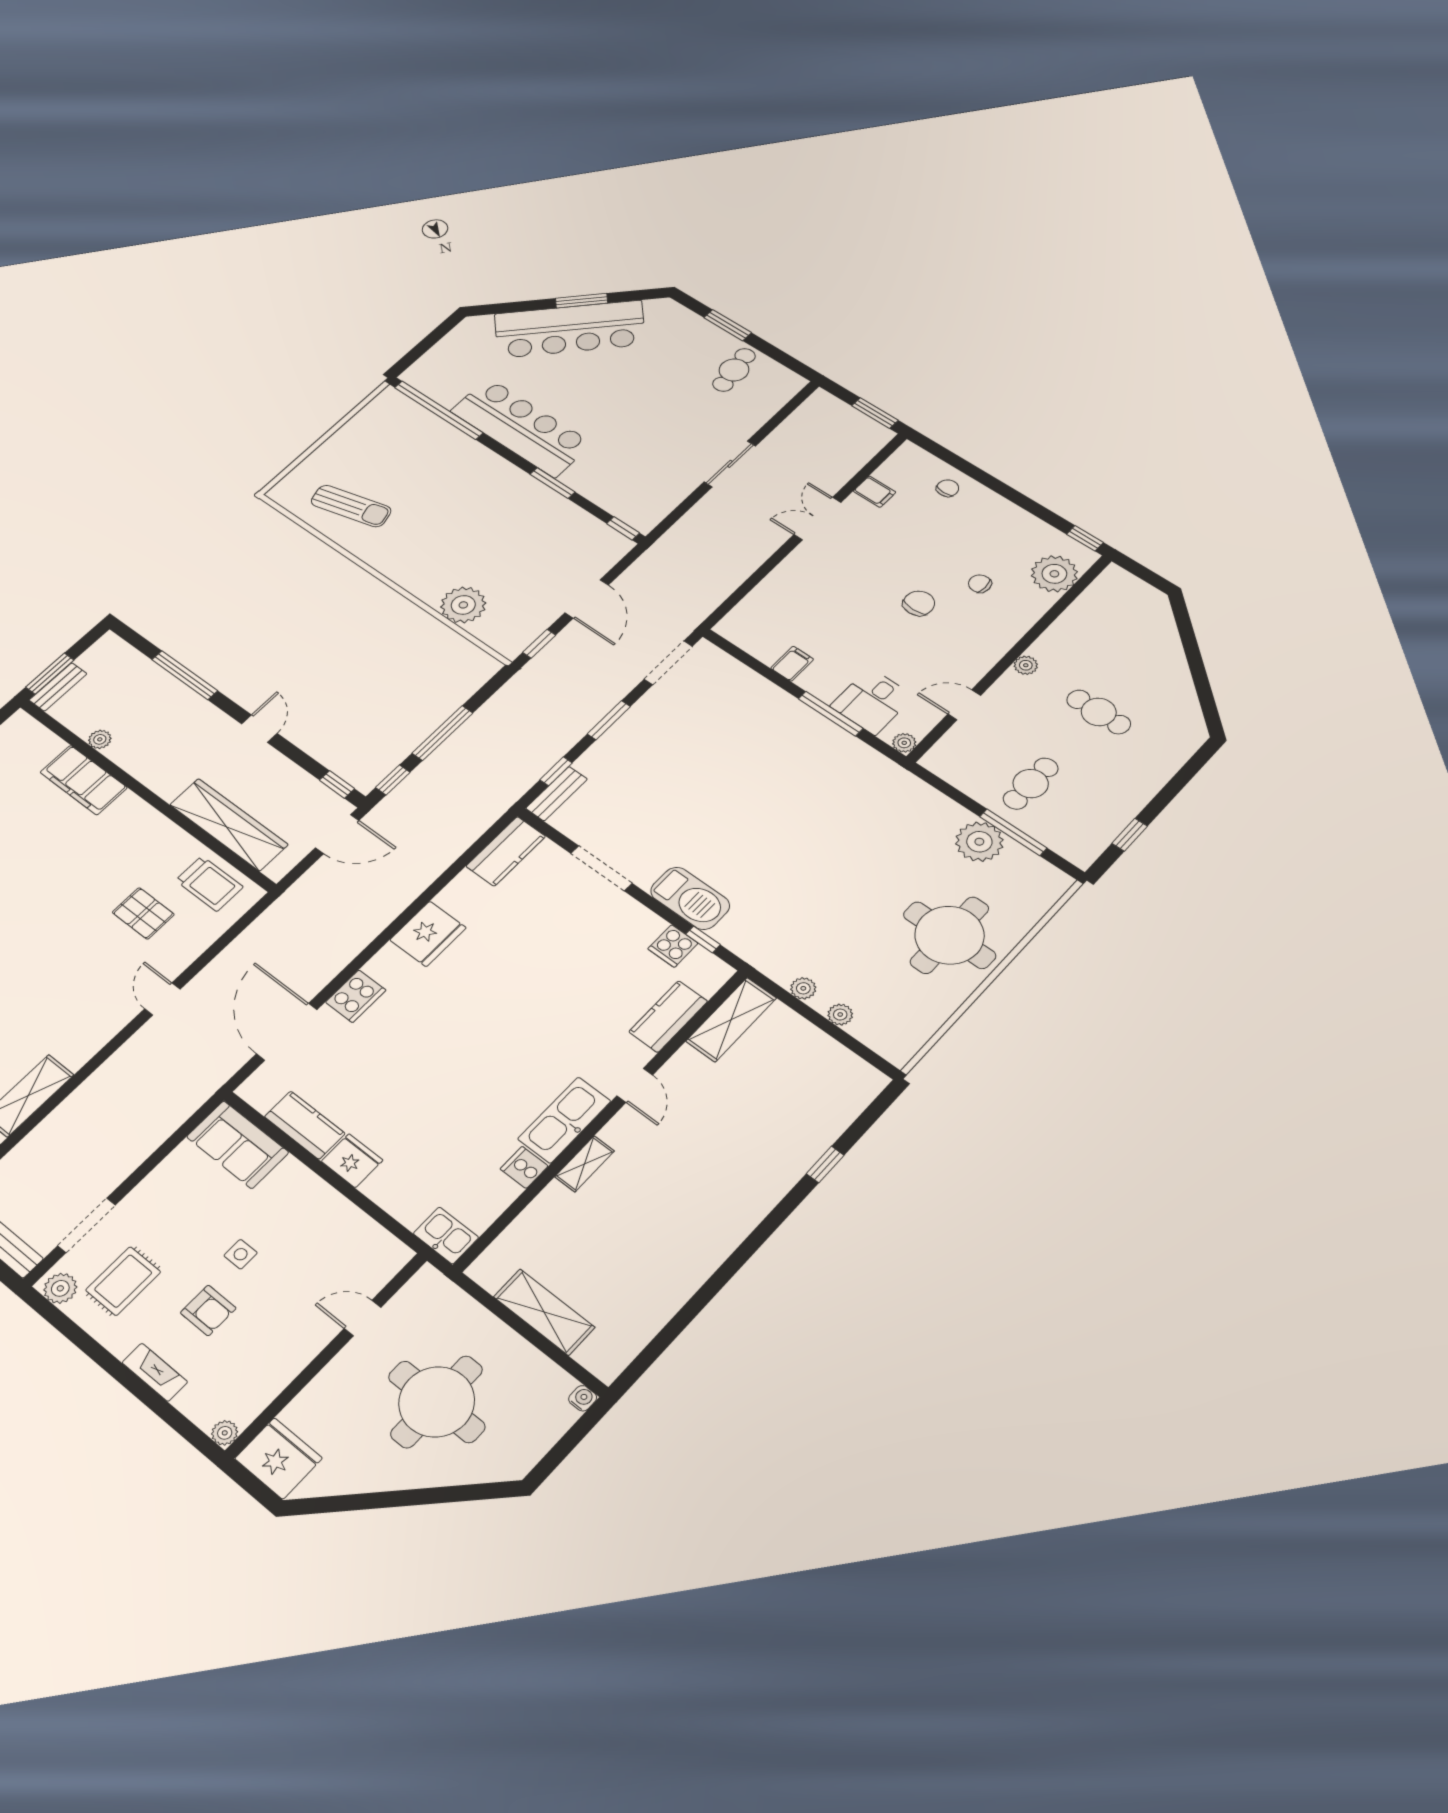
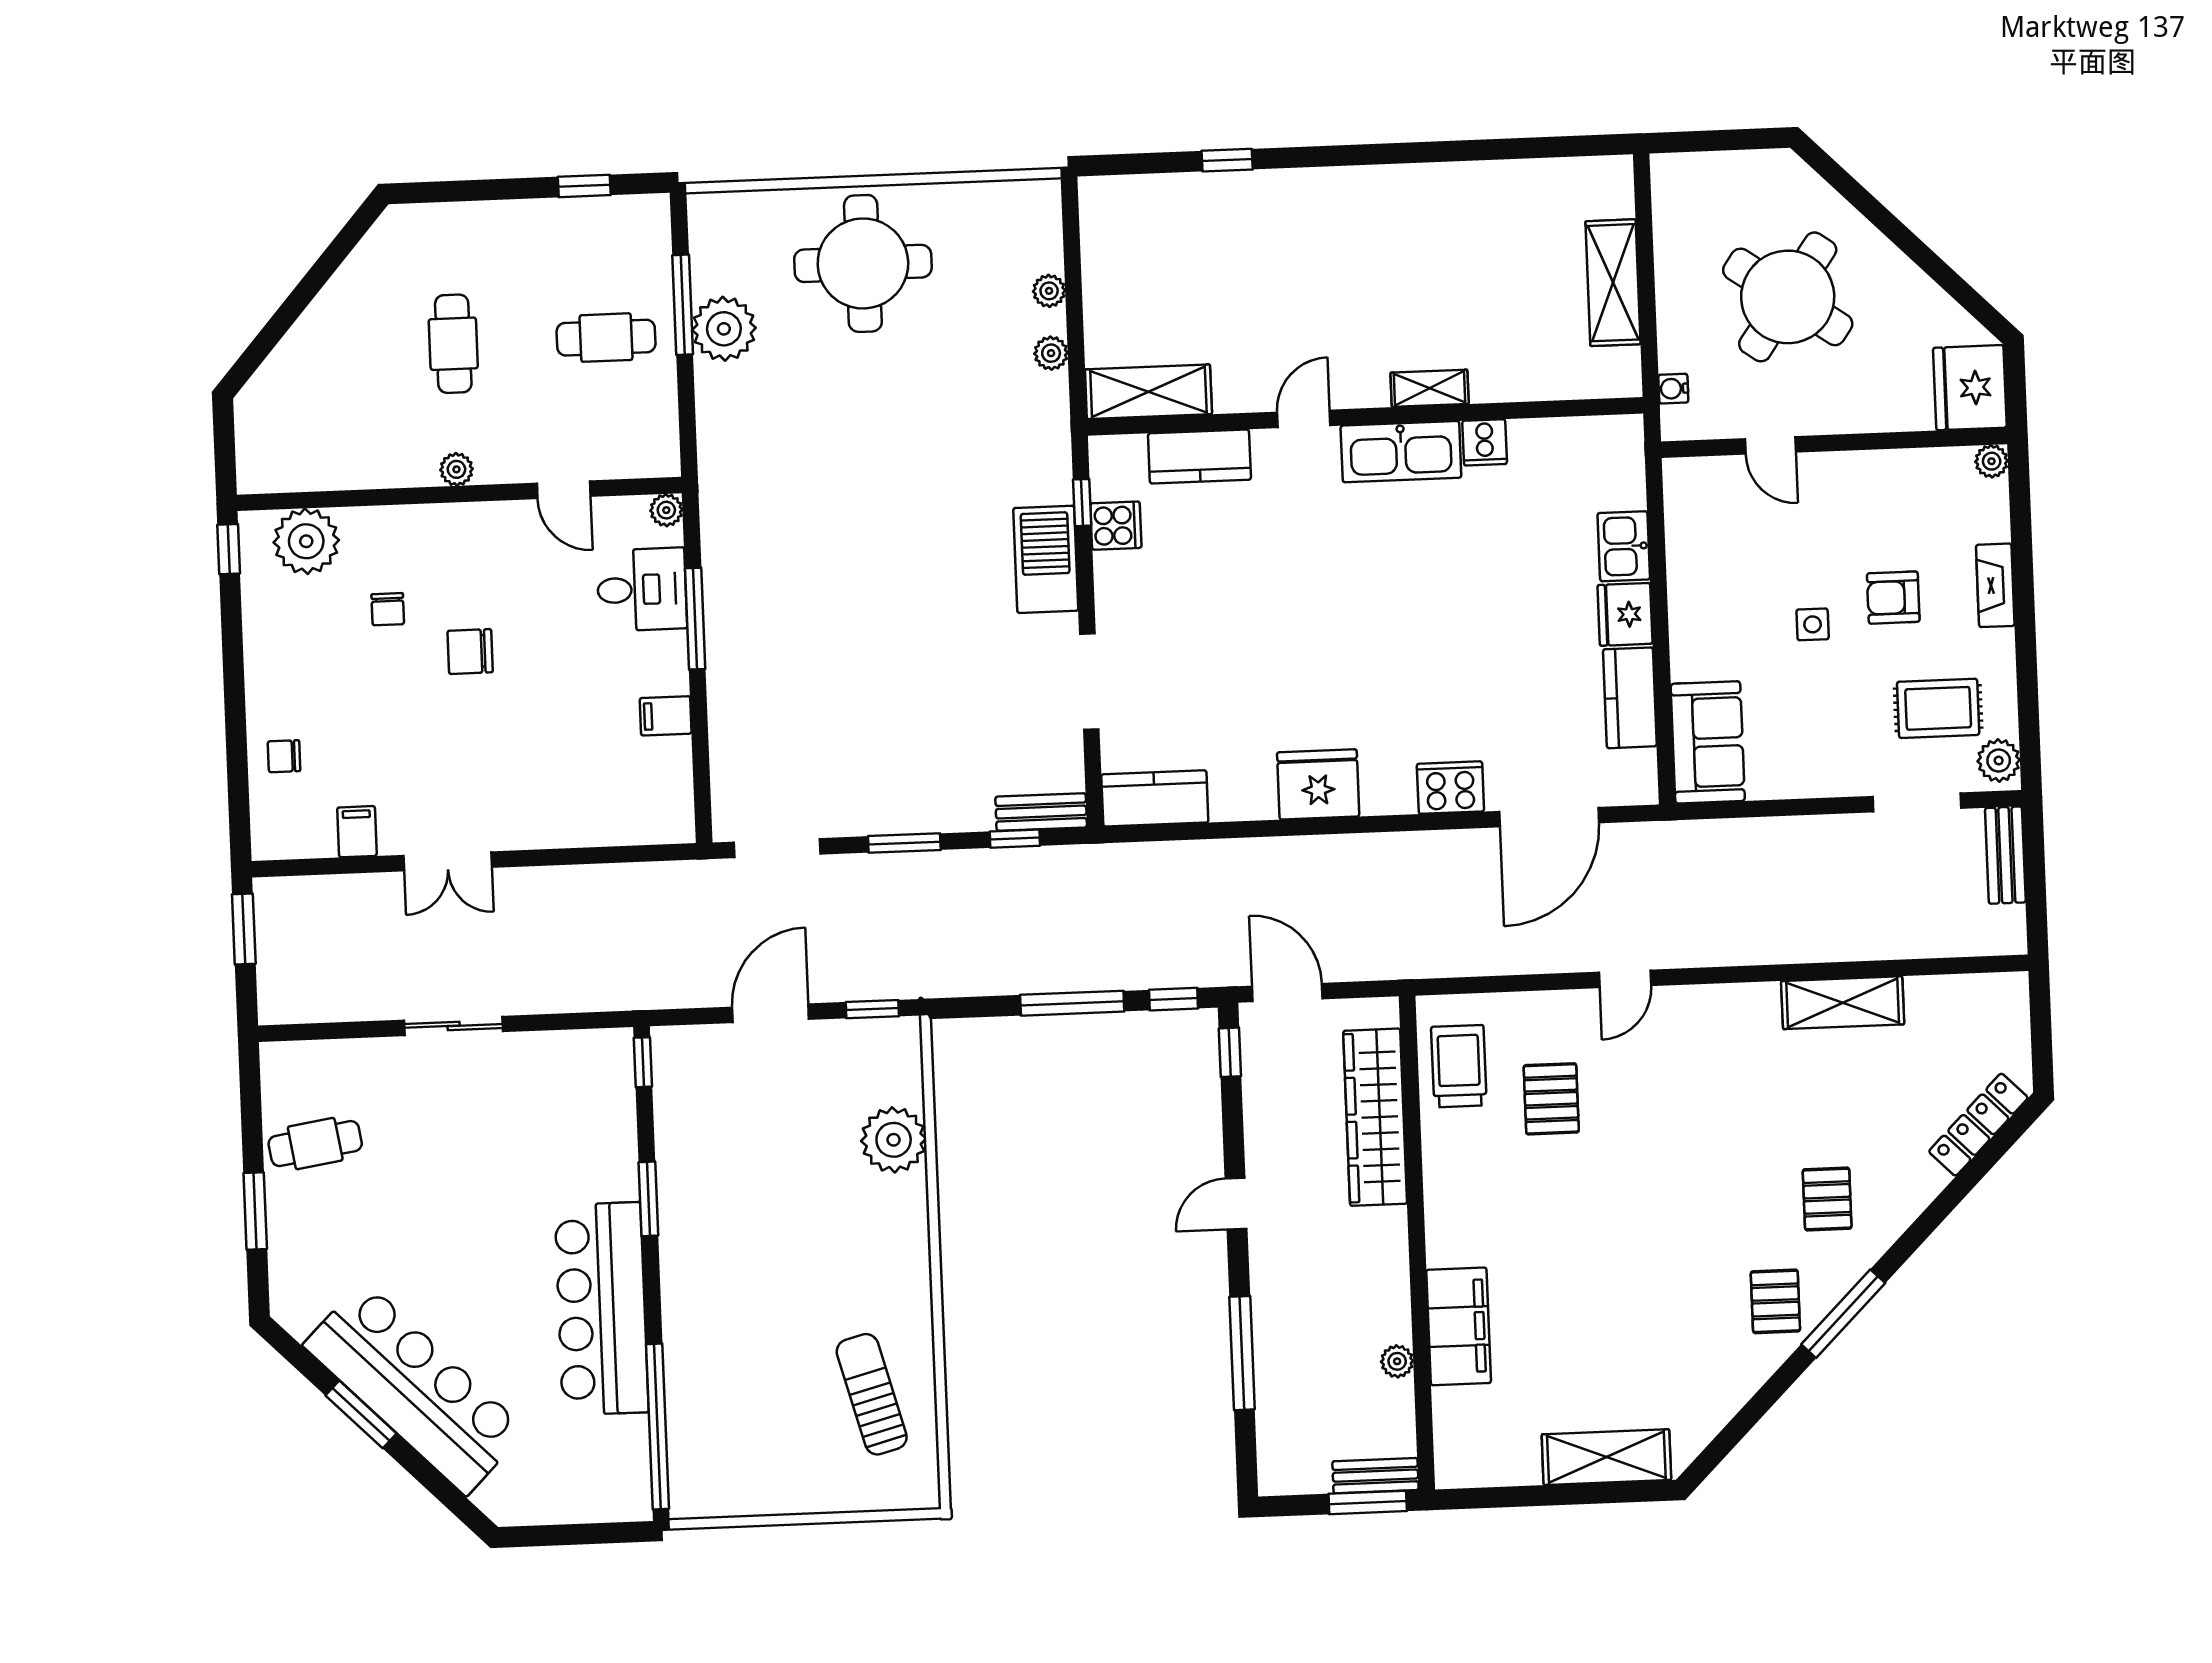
kitchen sink: (446, 1236) -> (1624, 546), moved
armchair: (208, 1310) -> (1893, 598), turned -90
water cooler: (583, 1398) -> (1673, 389), moved
round table: (437, 1402) -> (1788, 297), turned 35

